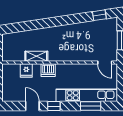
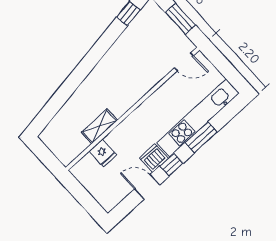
dishwasher: (48, 70) -> (154, 158), moved, turned 180
window: (91, 106) -> (201, 137), moved

